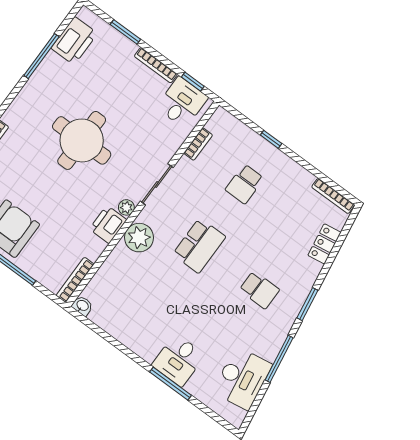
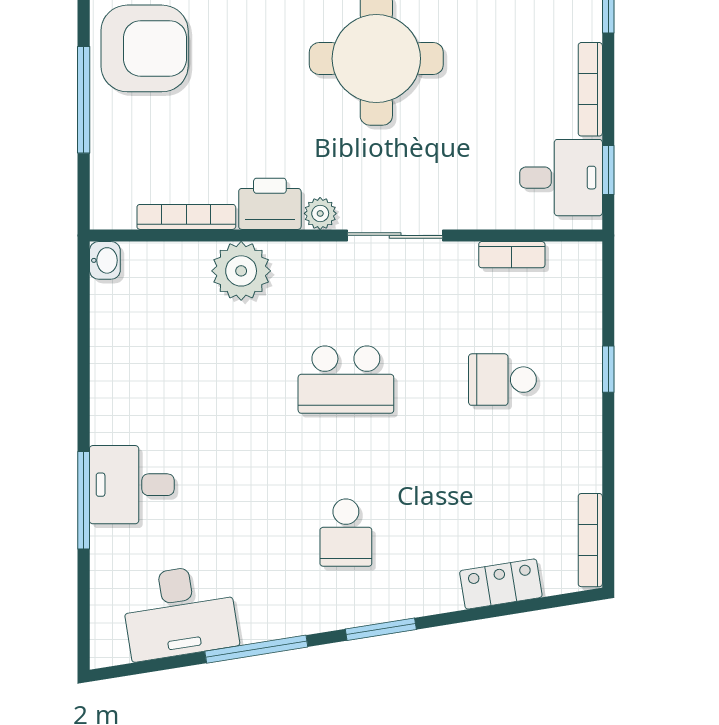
plant: (139, 238) -> (241, 271), moved
bookcase: (75, 280) -> (186, 217), moved

